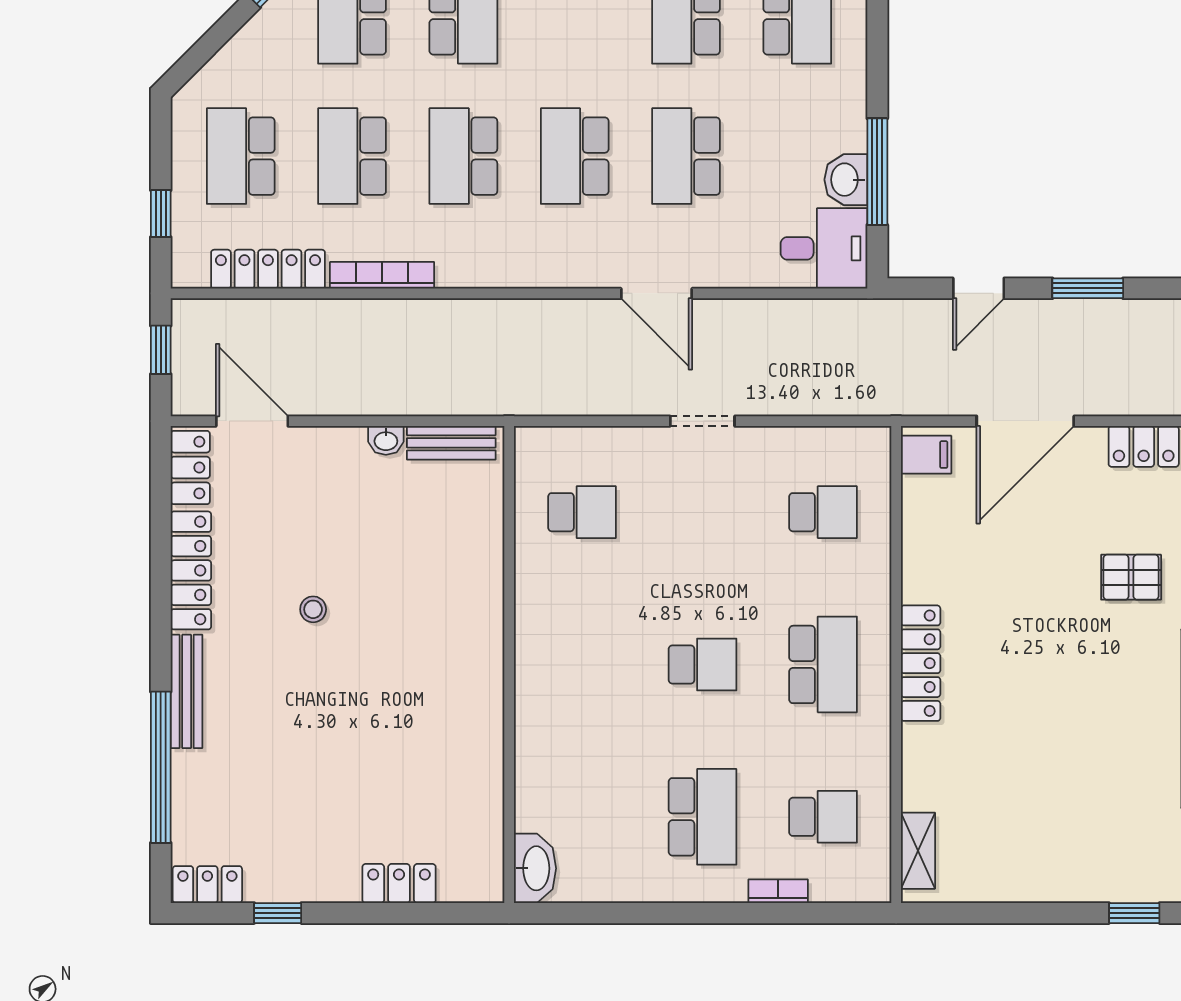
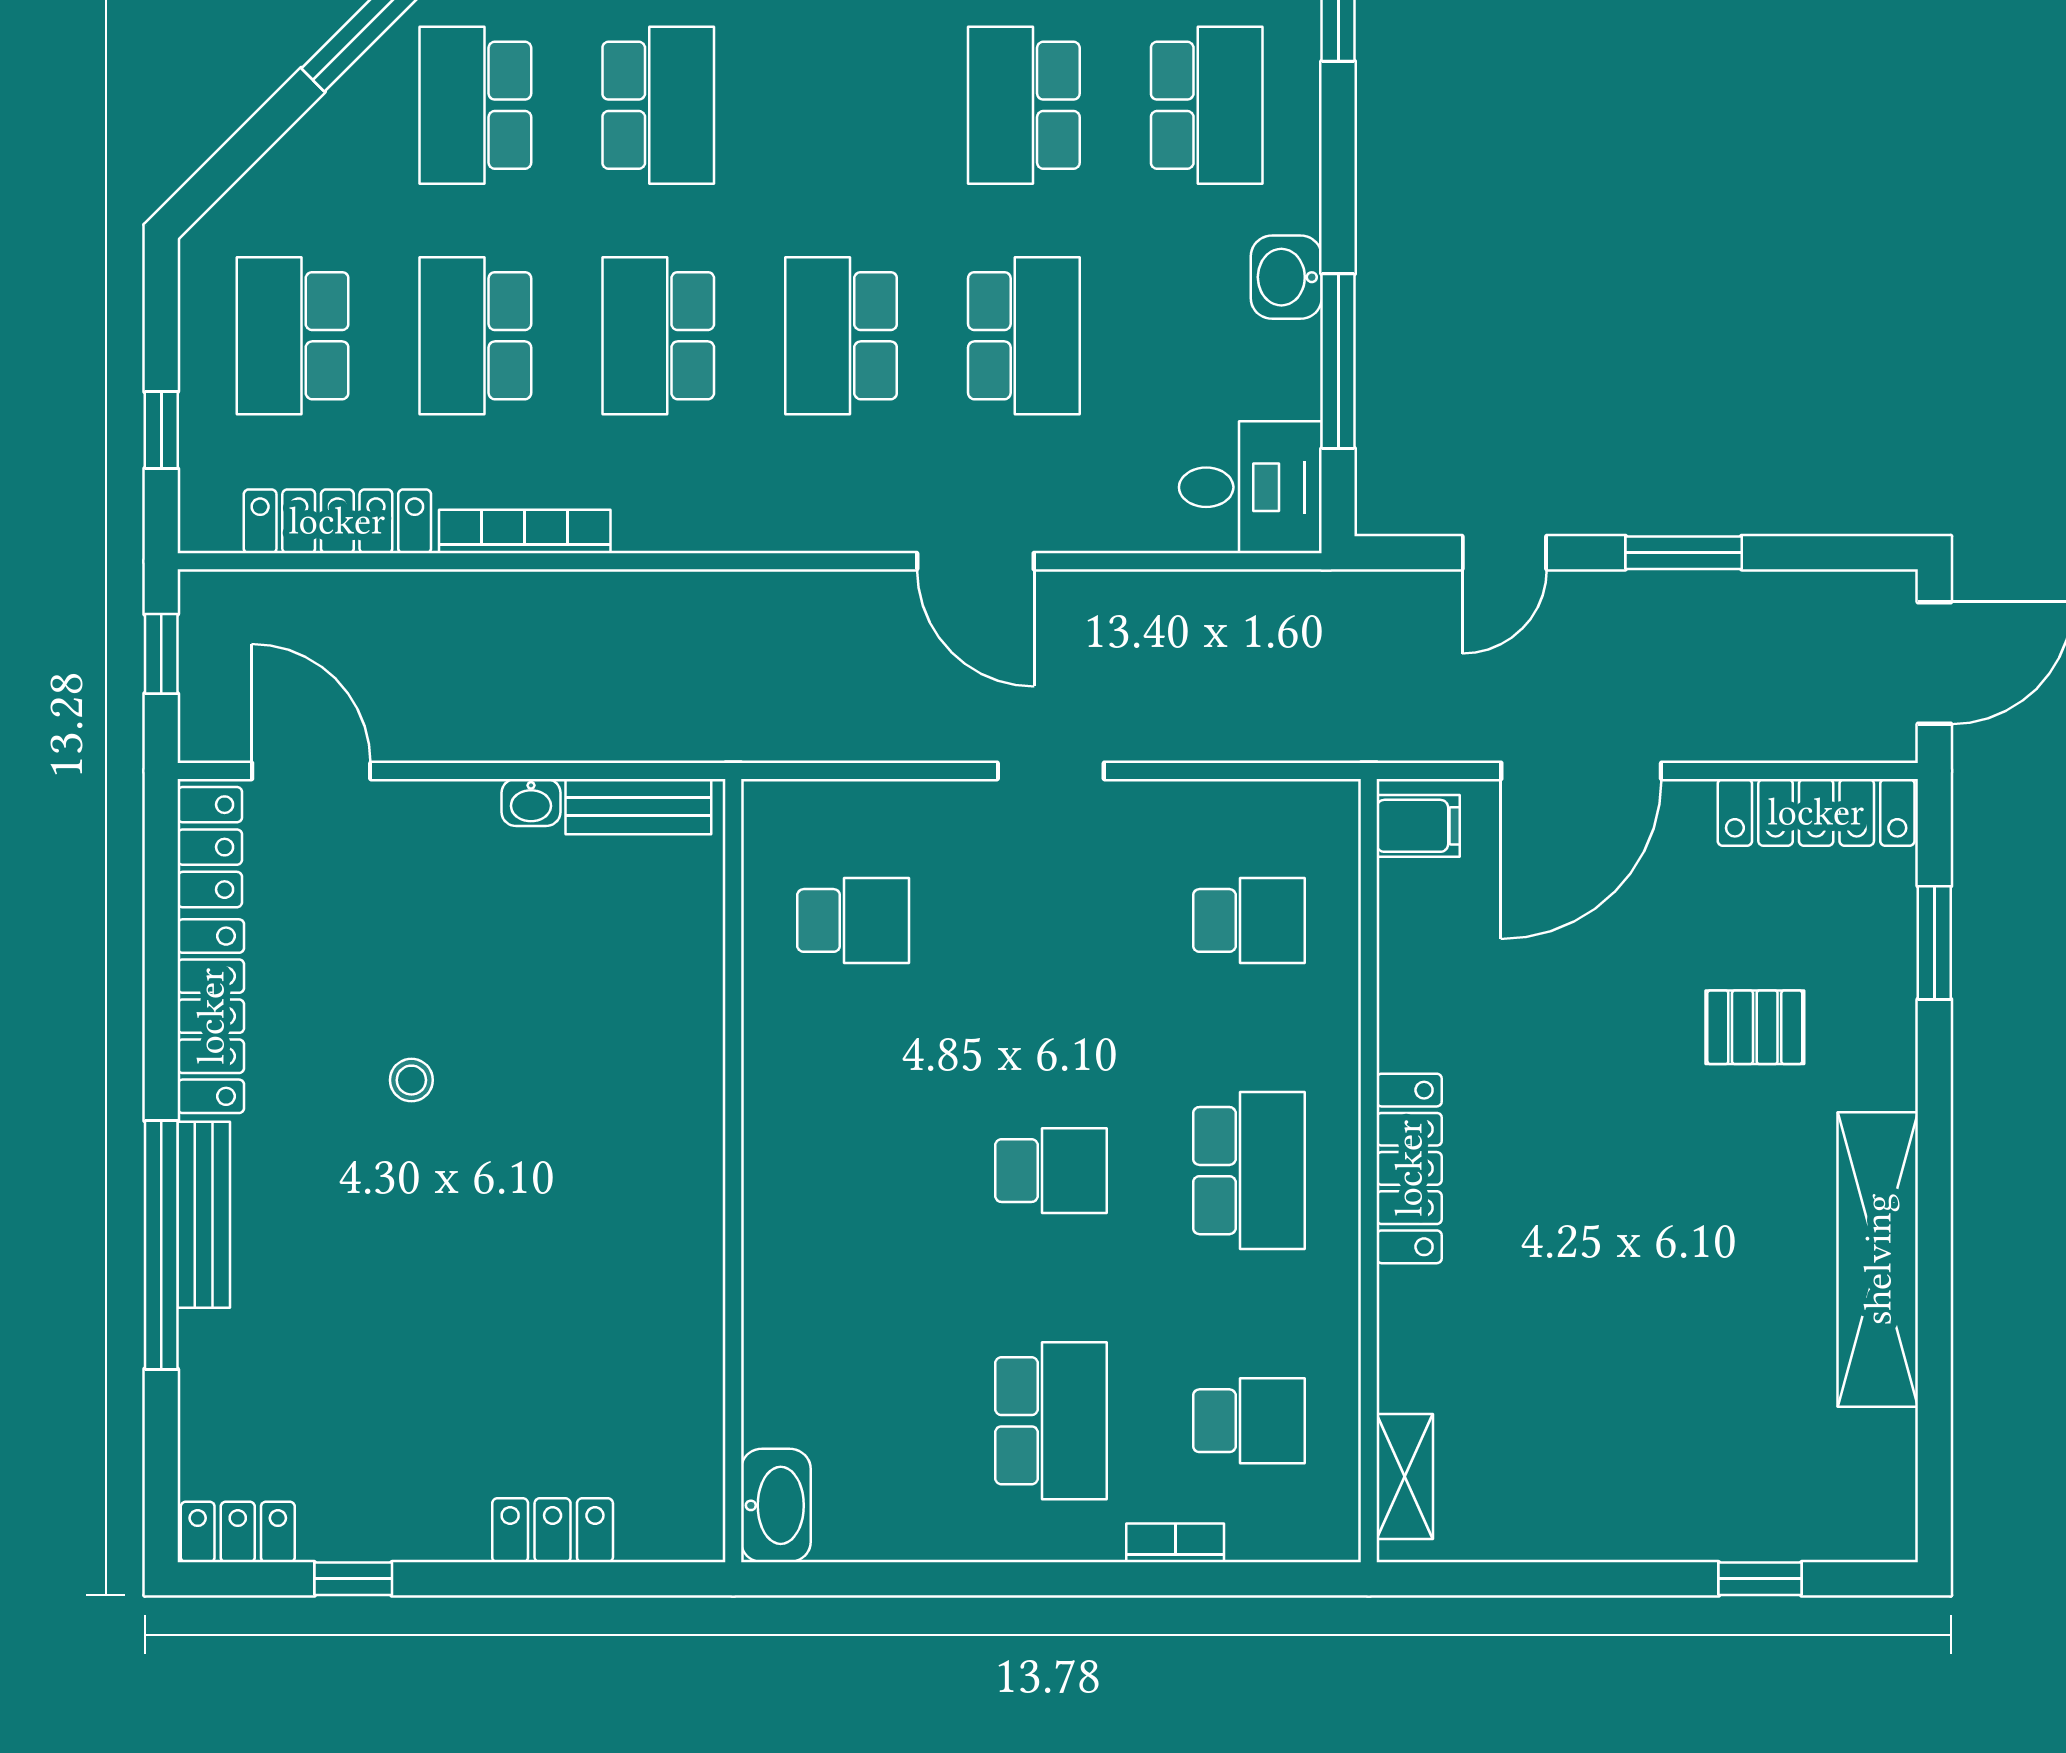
school desk: (686, 156) -> (1024, 336), turned 180
washbasin: (846, 180) -> (1286, 277), moved
window: (161, 767) -> (161, 1245), moved

